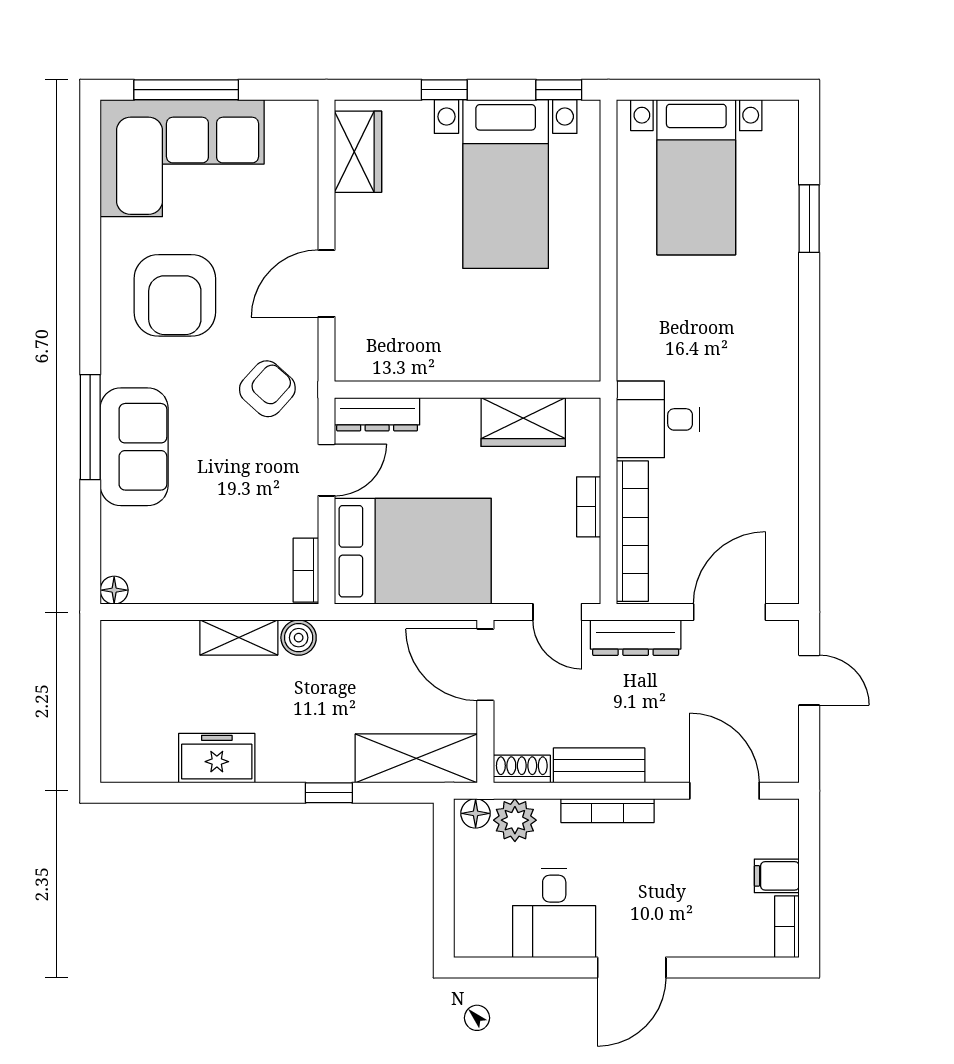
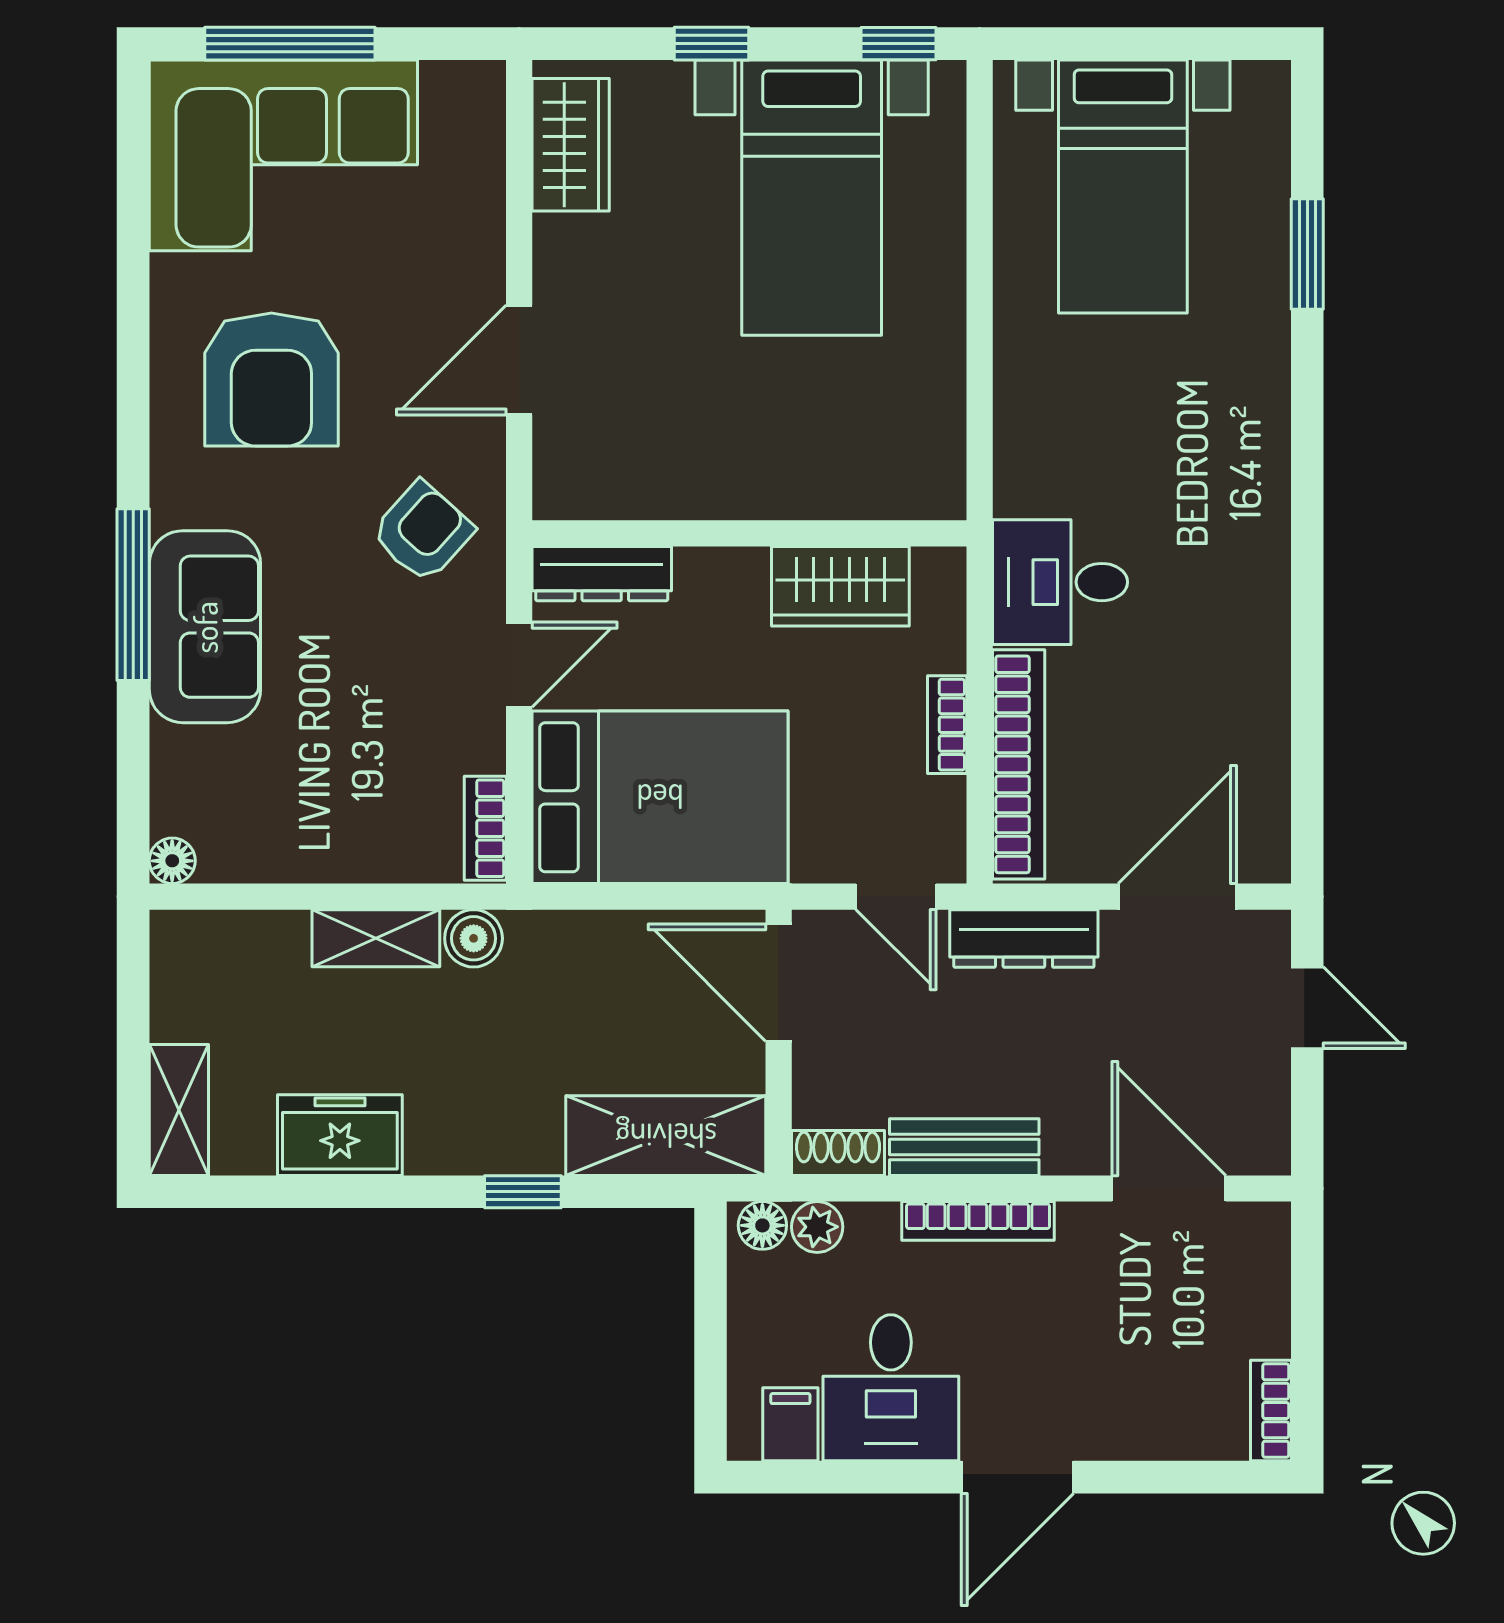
shelving: (118, 743) -> (179, 1110), added
plant: (515, 820) -> (817, 1227), width x0.73, depth x0.73
filing cabinet: (777, 876) -> (790, 1424), moved, turned 90

